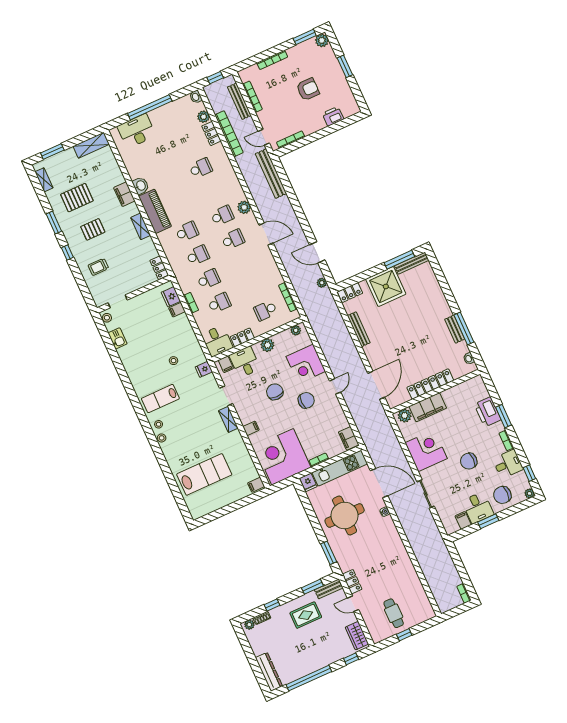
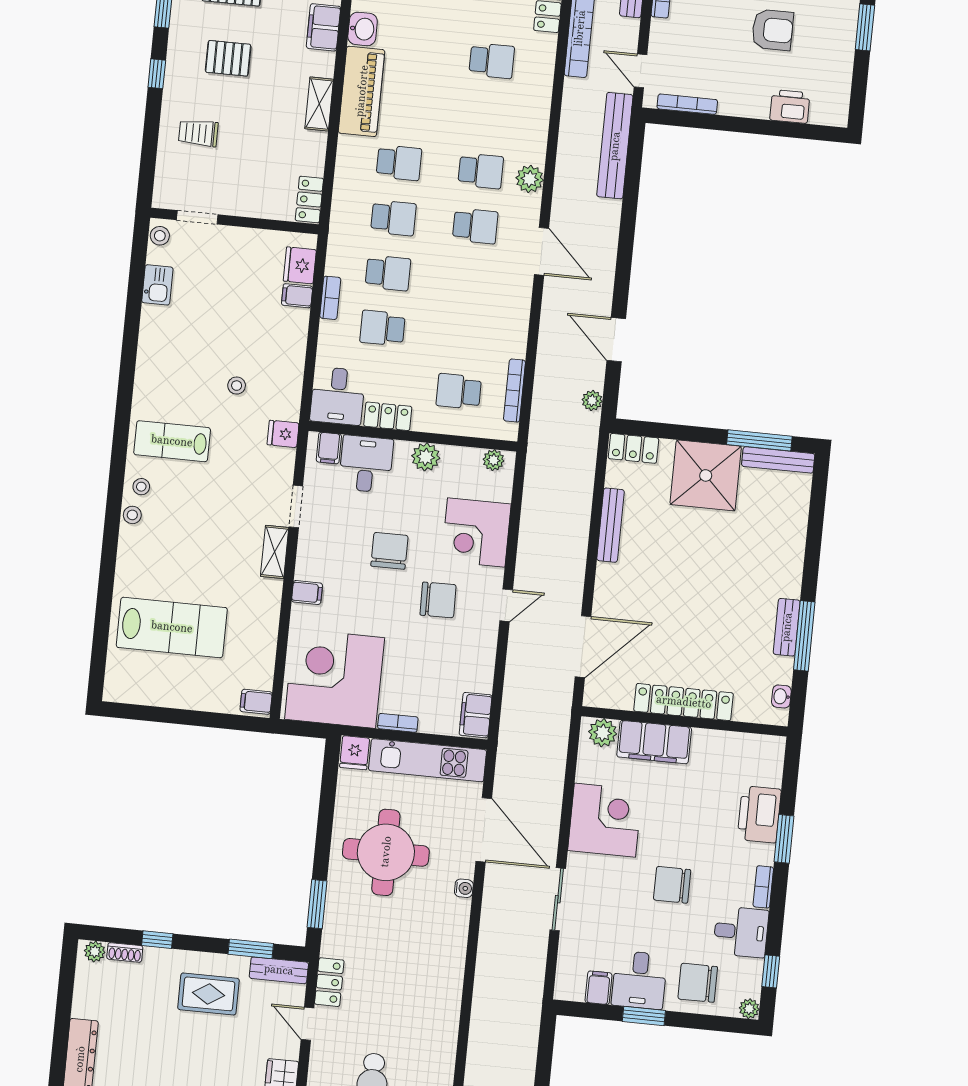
school desk: (219, 303) -> (382, 328), turned 180

